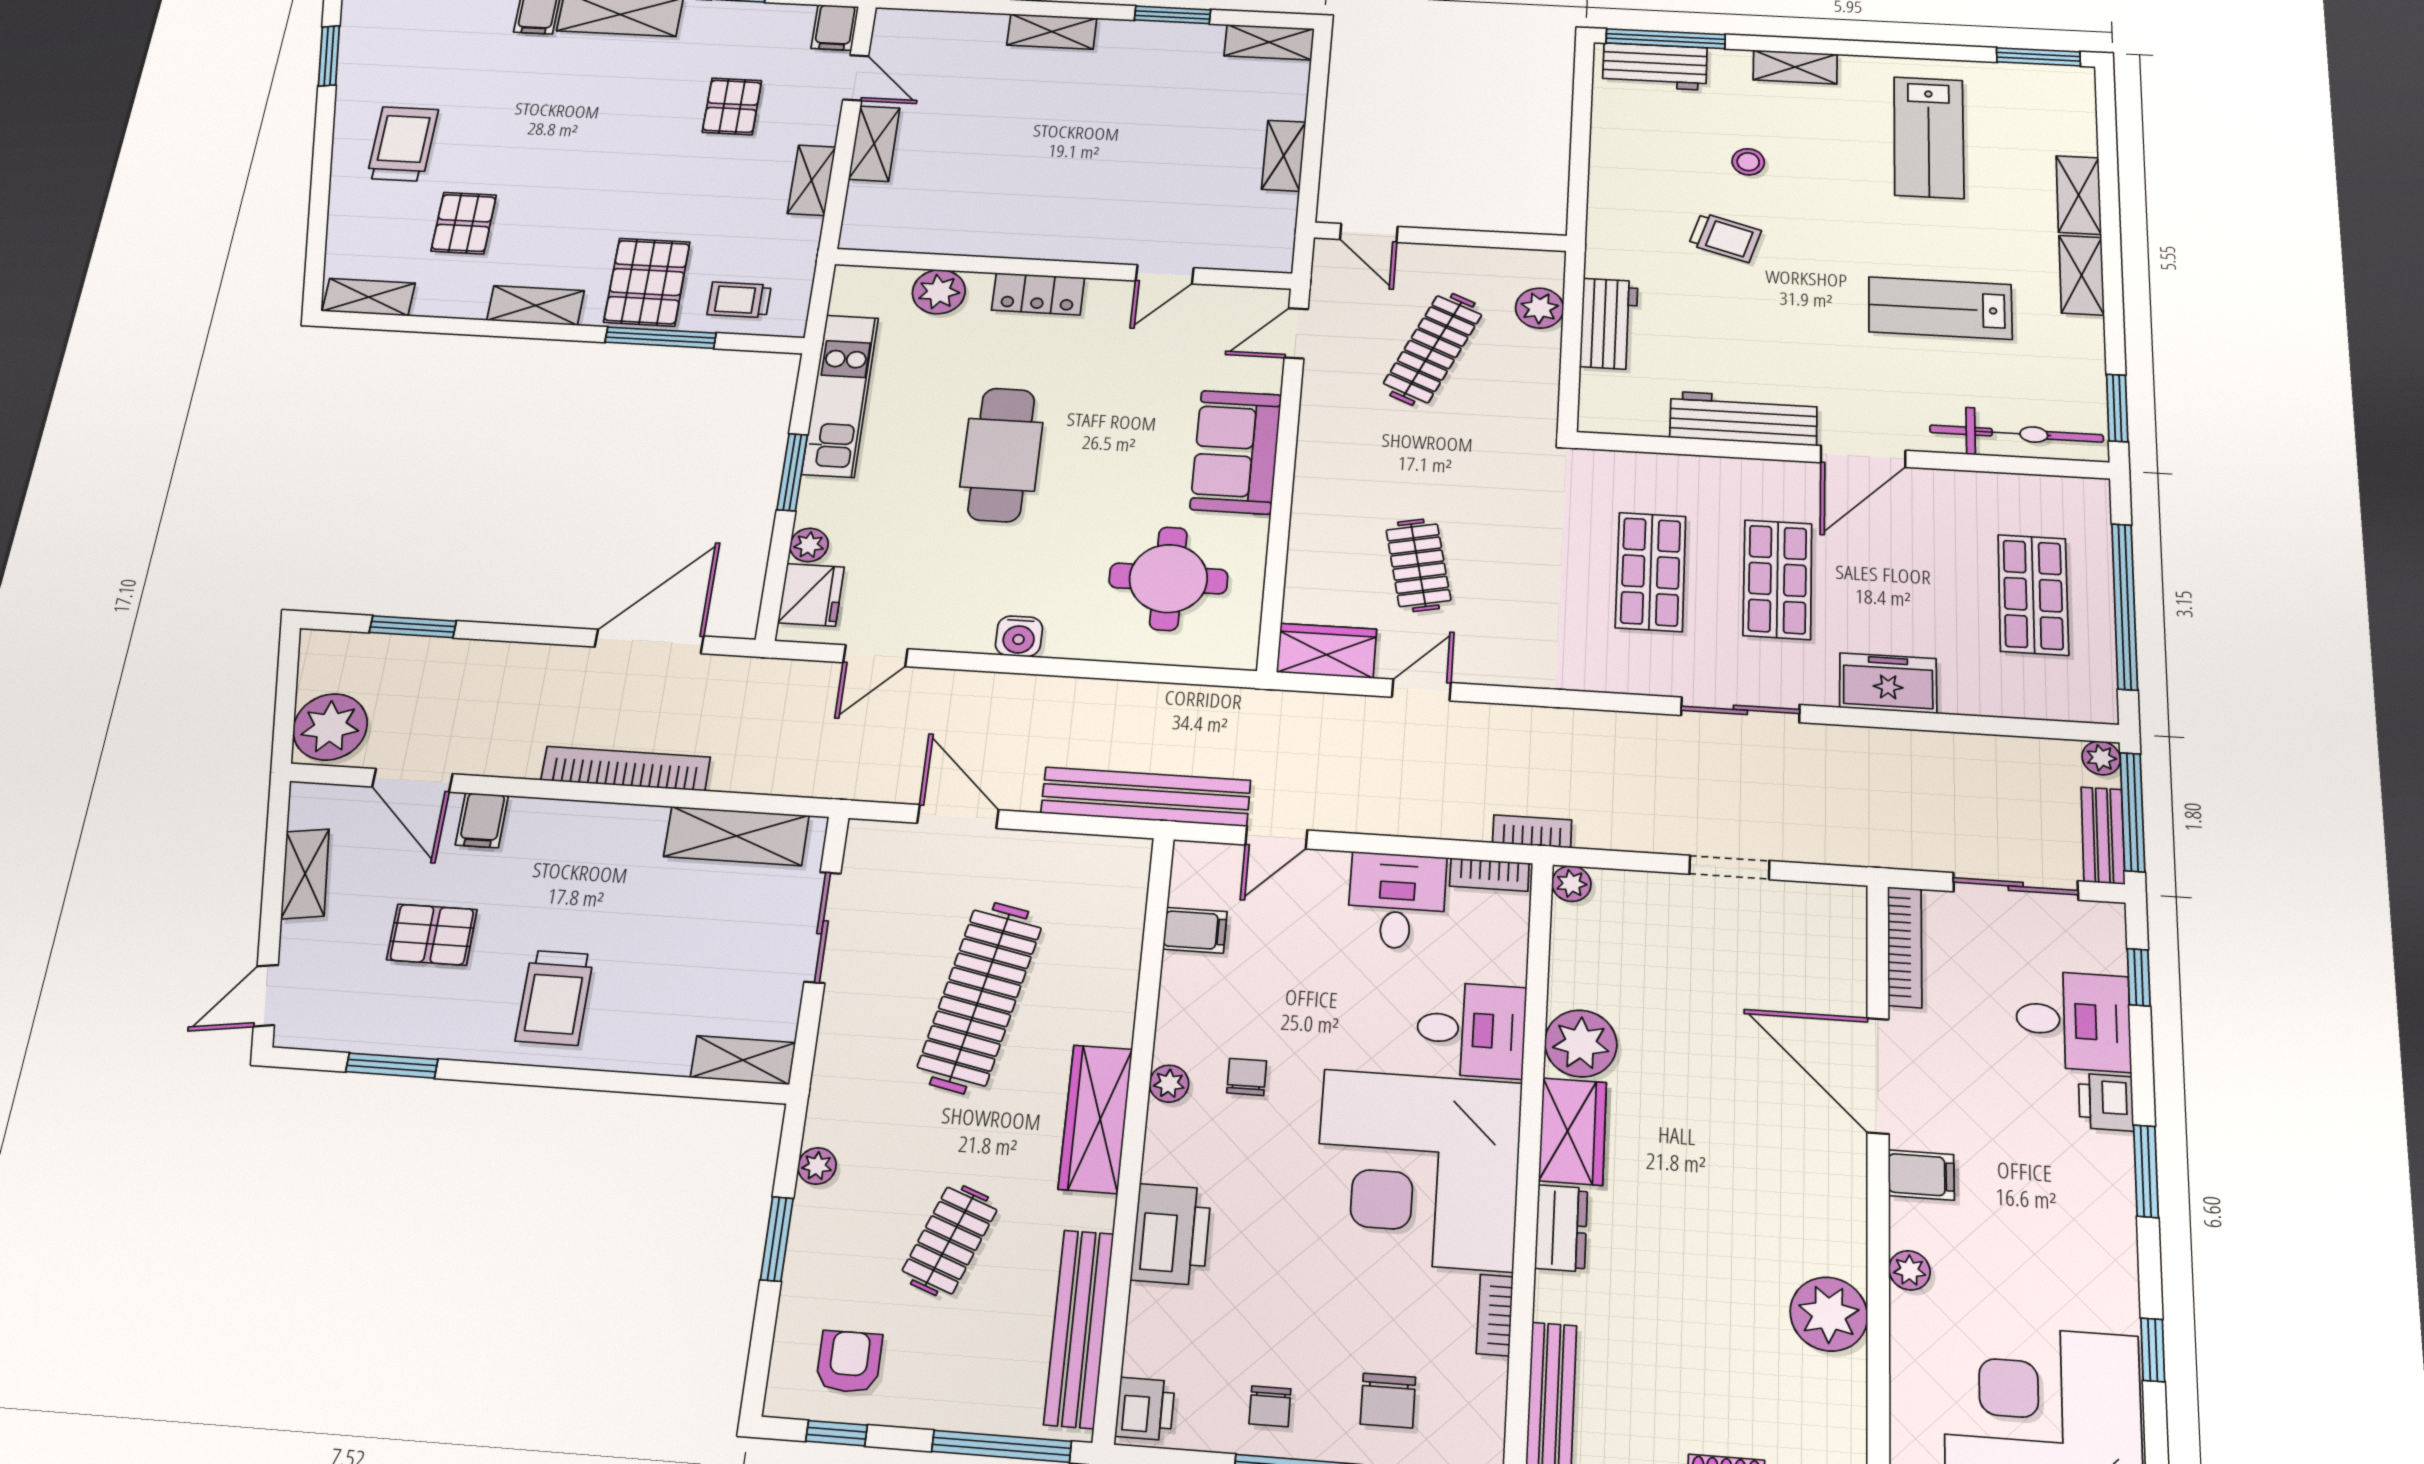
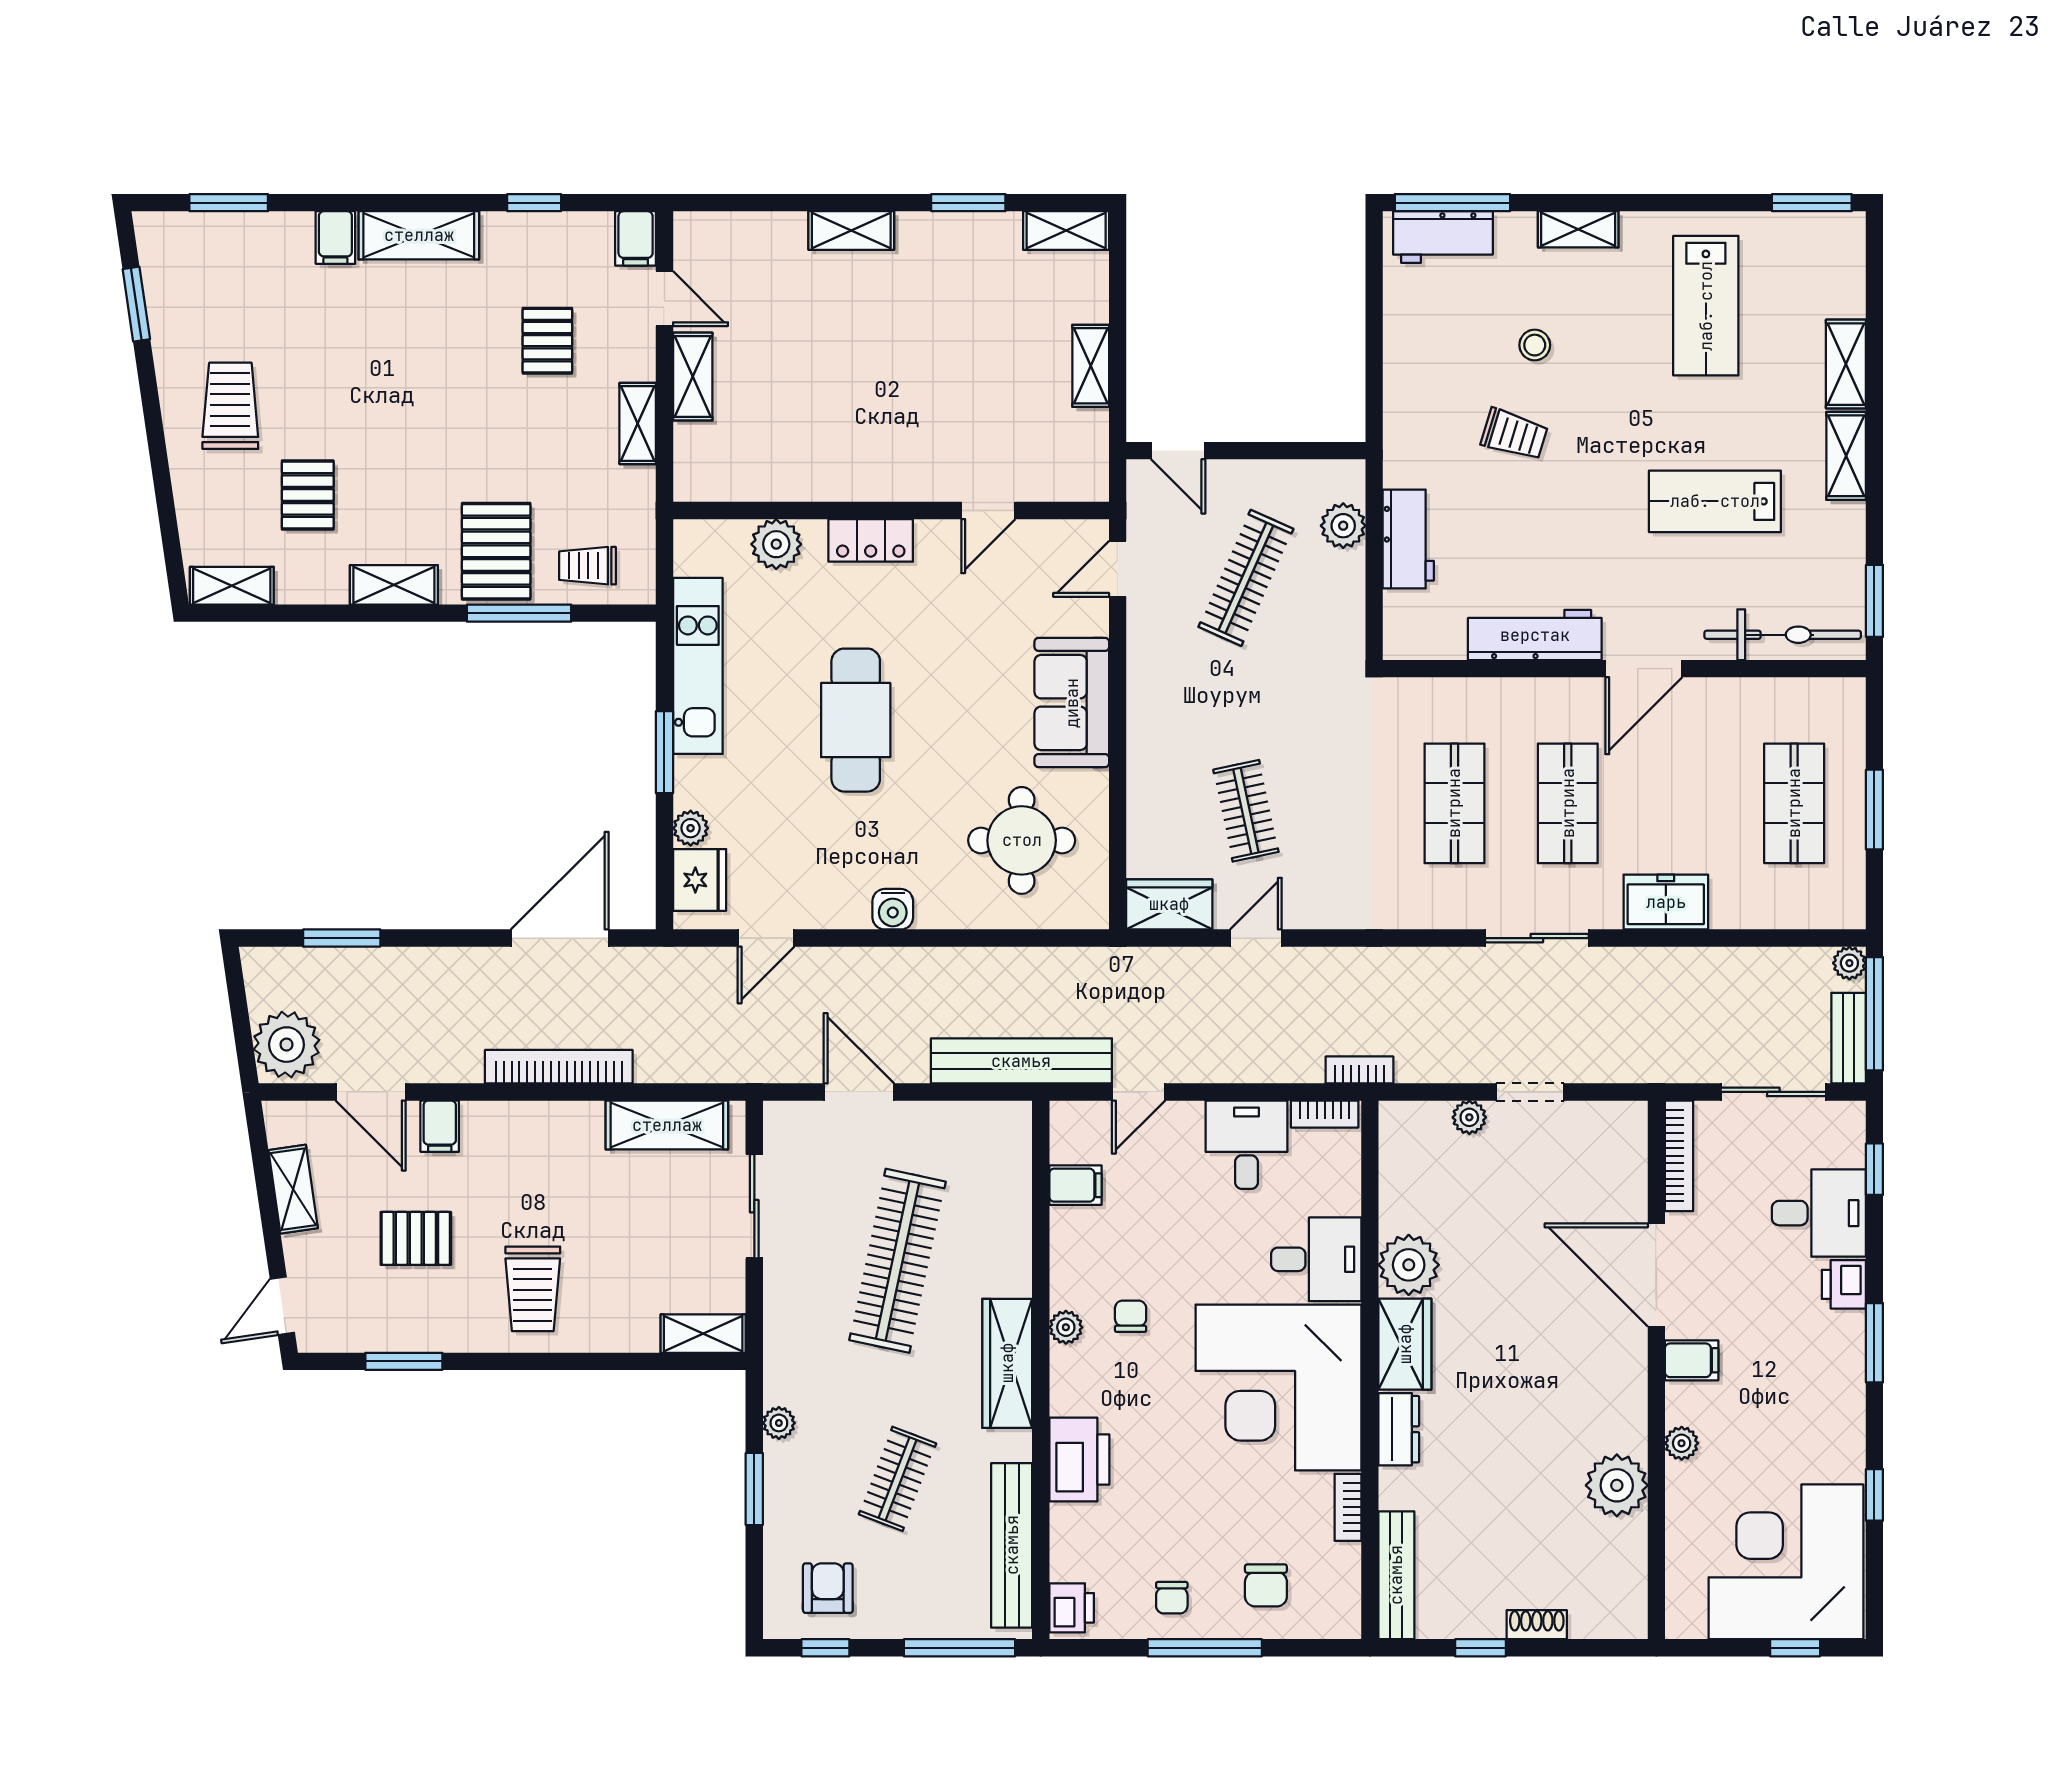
window: (2125, 606) -> (1874, 810), width x0.47
plant: (1571, 884) -> (1469, 1117), moved

